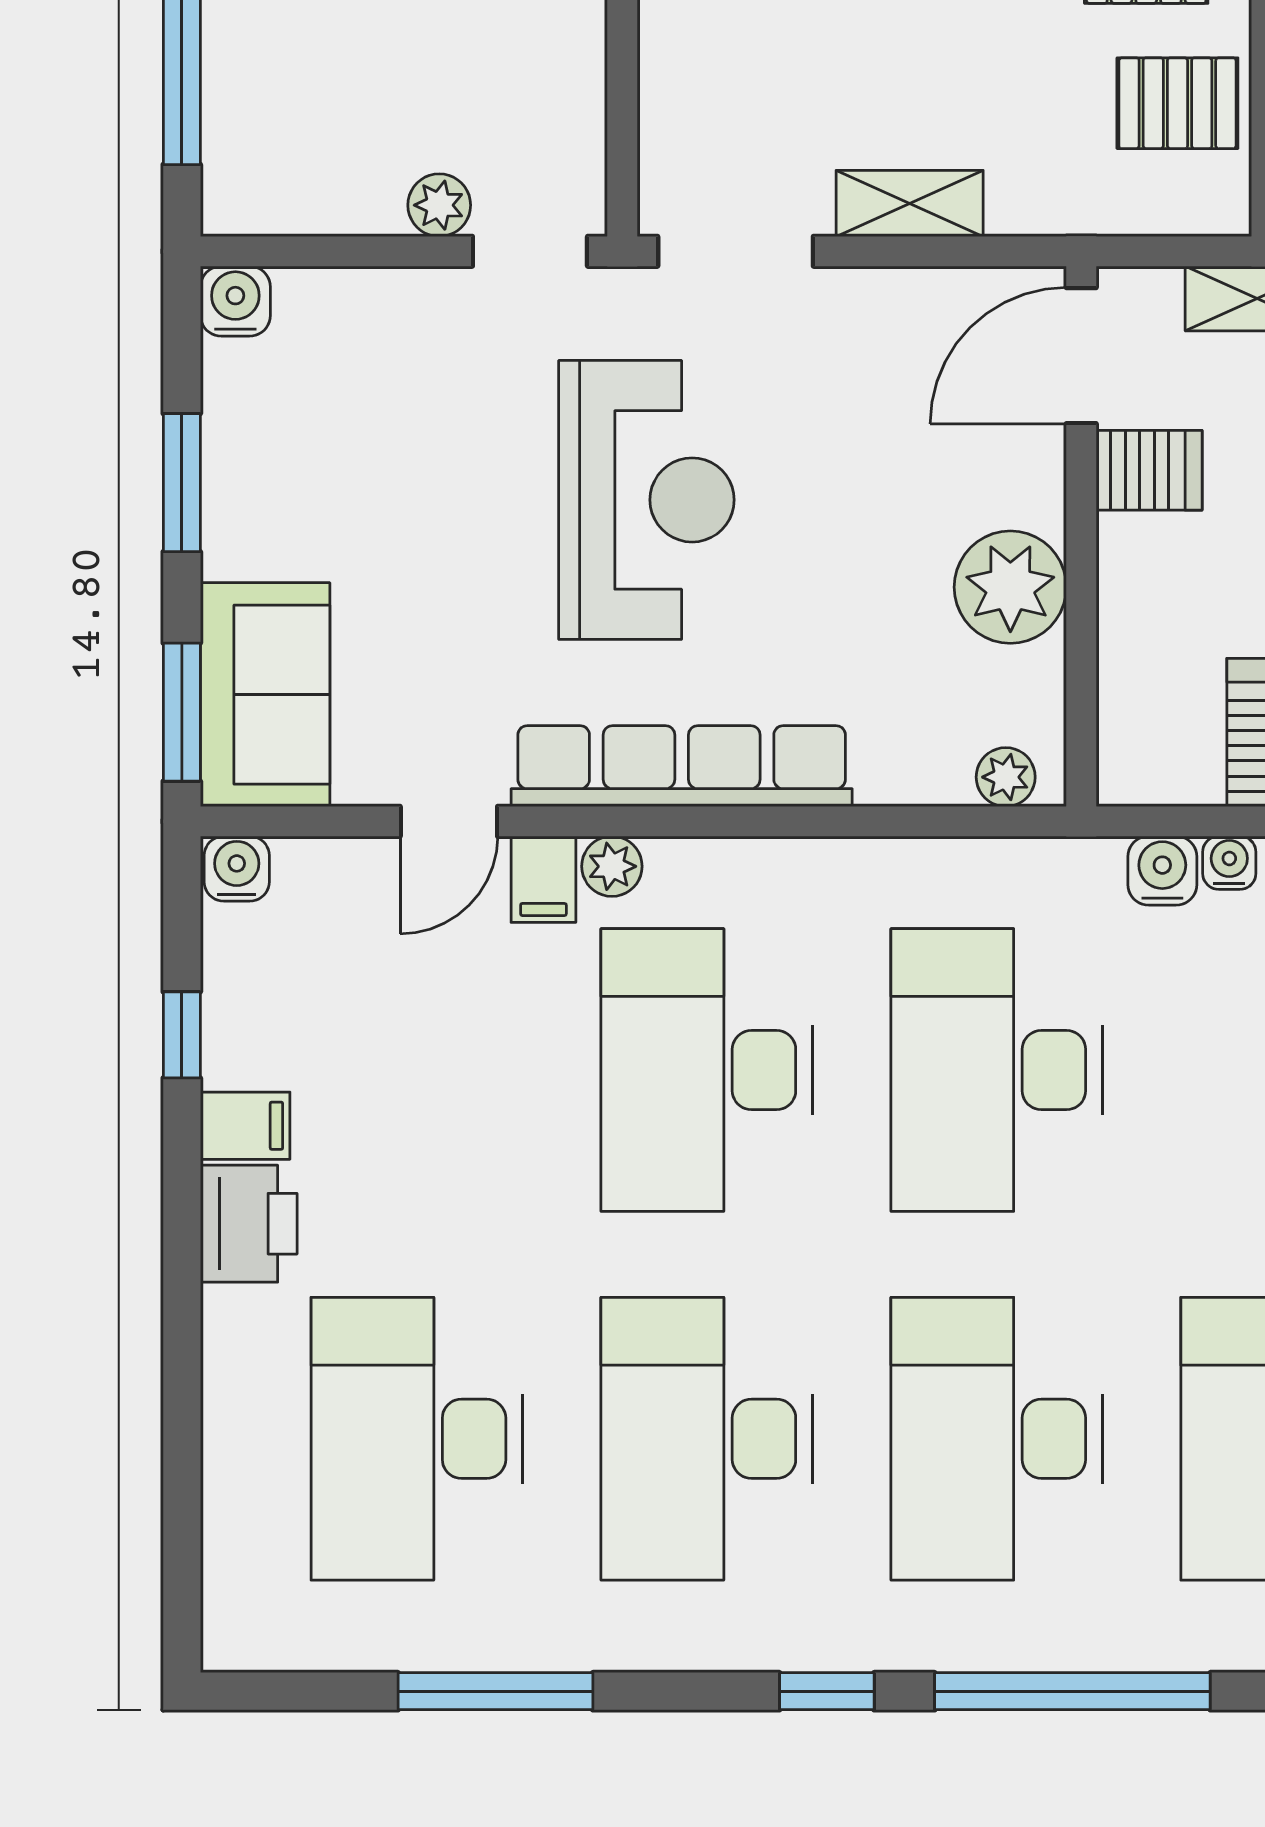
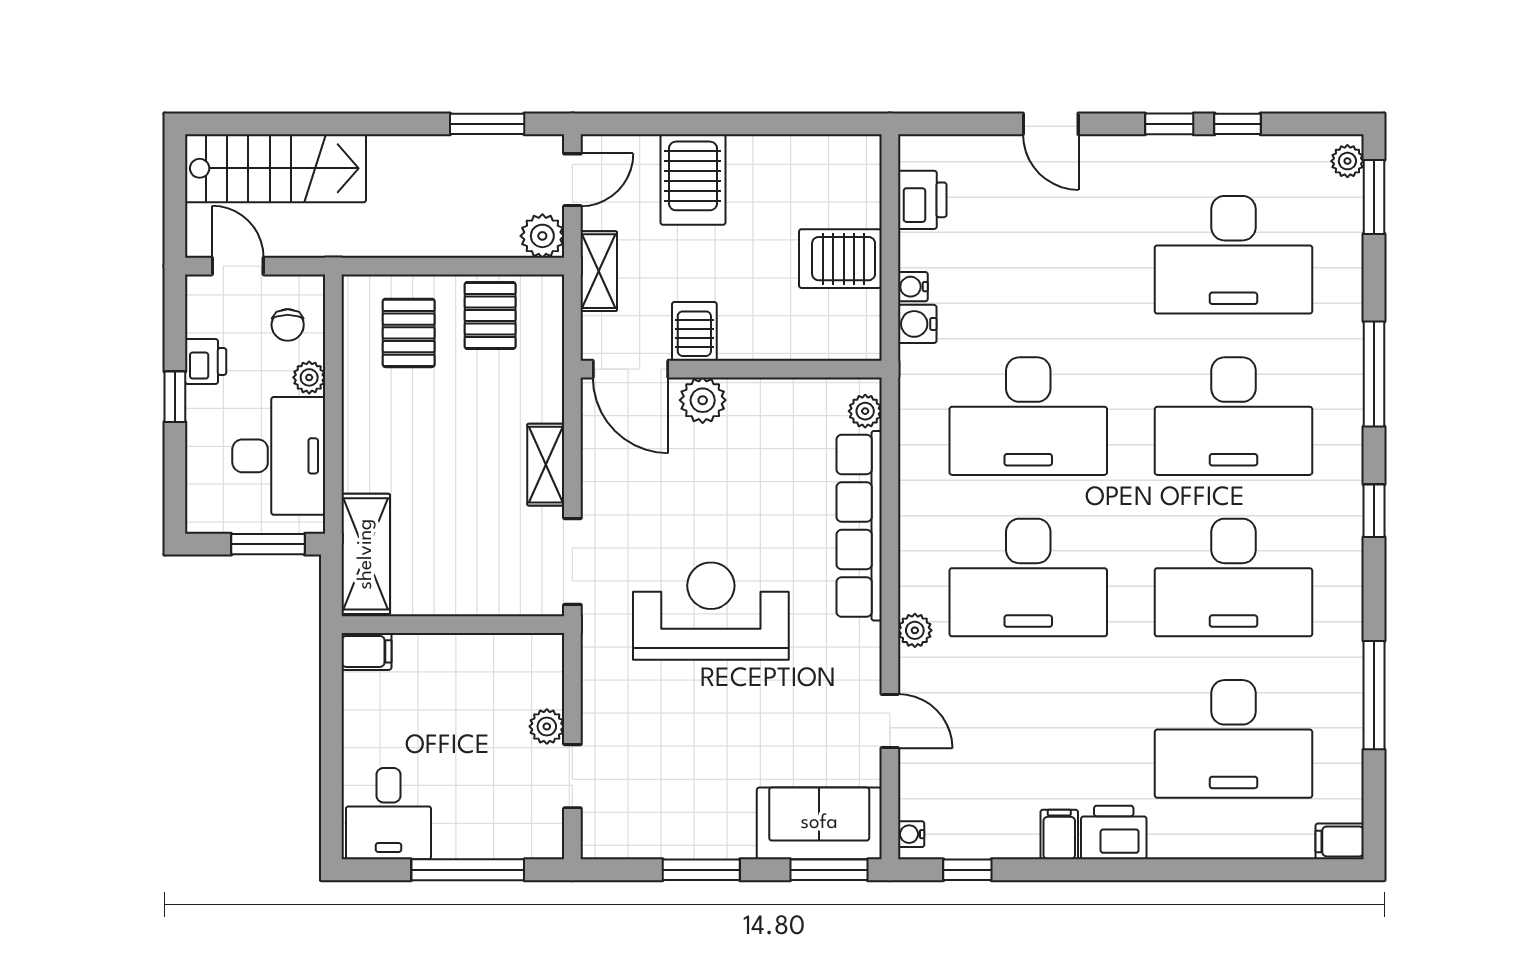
doorway: (530, 251) -> (572, 776), moved
water cooler: (235, 301) -> (600, 840), removed
plant: (1010, 587) -> (703, 400), moved, width x0.73, depth x0.73
row of seats: (682, 766) -> (859, 526), moved
water cooler: (237, 869) -> (911, 834), width x0.72, depth x0.72
filing cabinet: (543, 879) -> (1340, 841), moved, turned 180
window: (182, 1035) -> (967, 870), moved
window: (1072, 1691) -> (1374, 374), width x0.68

